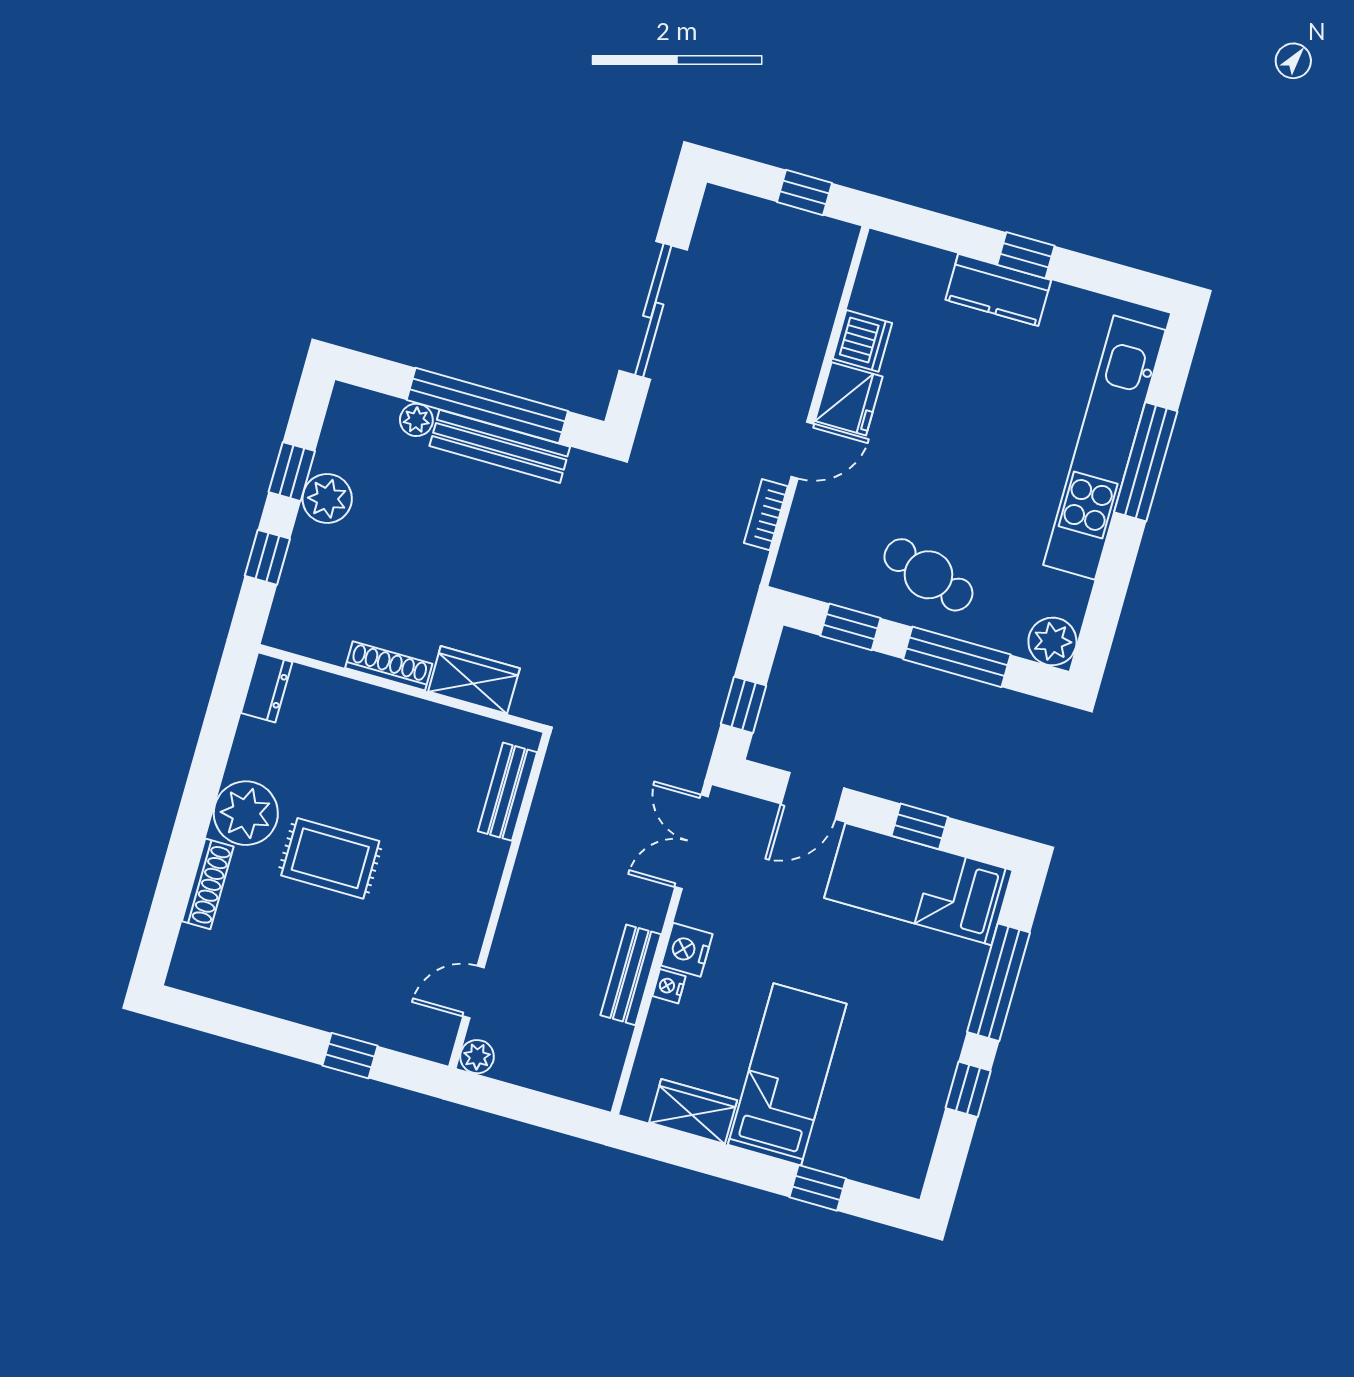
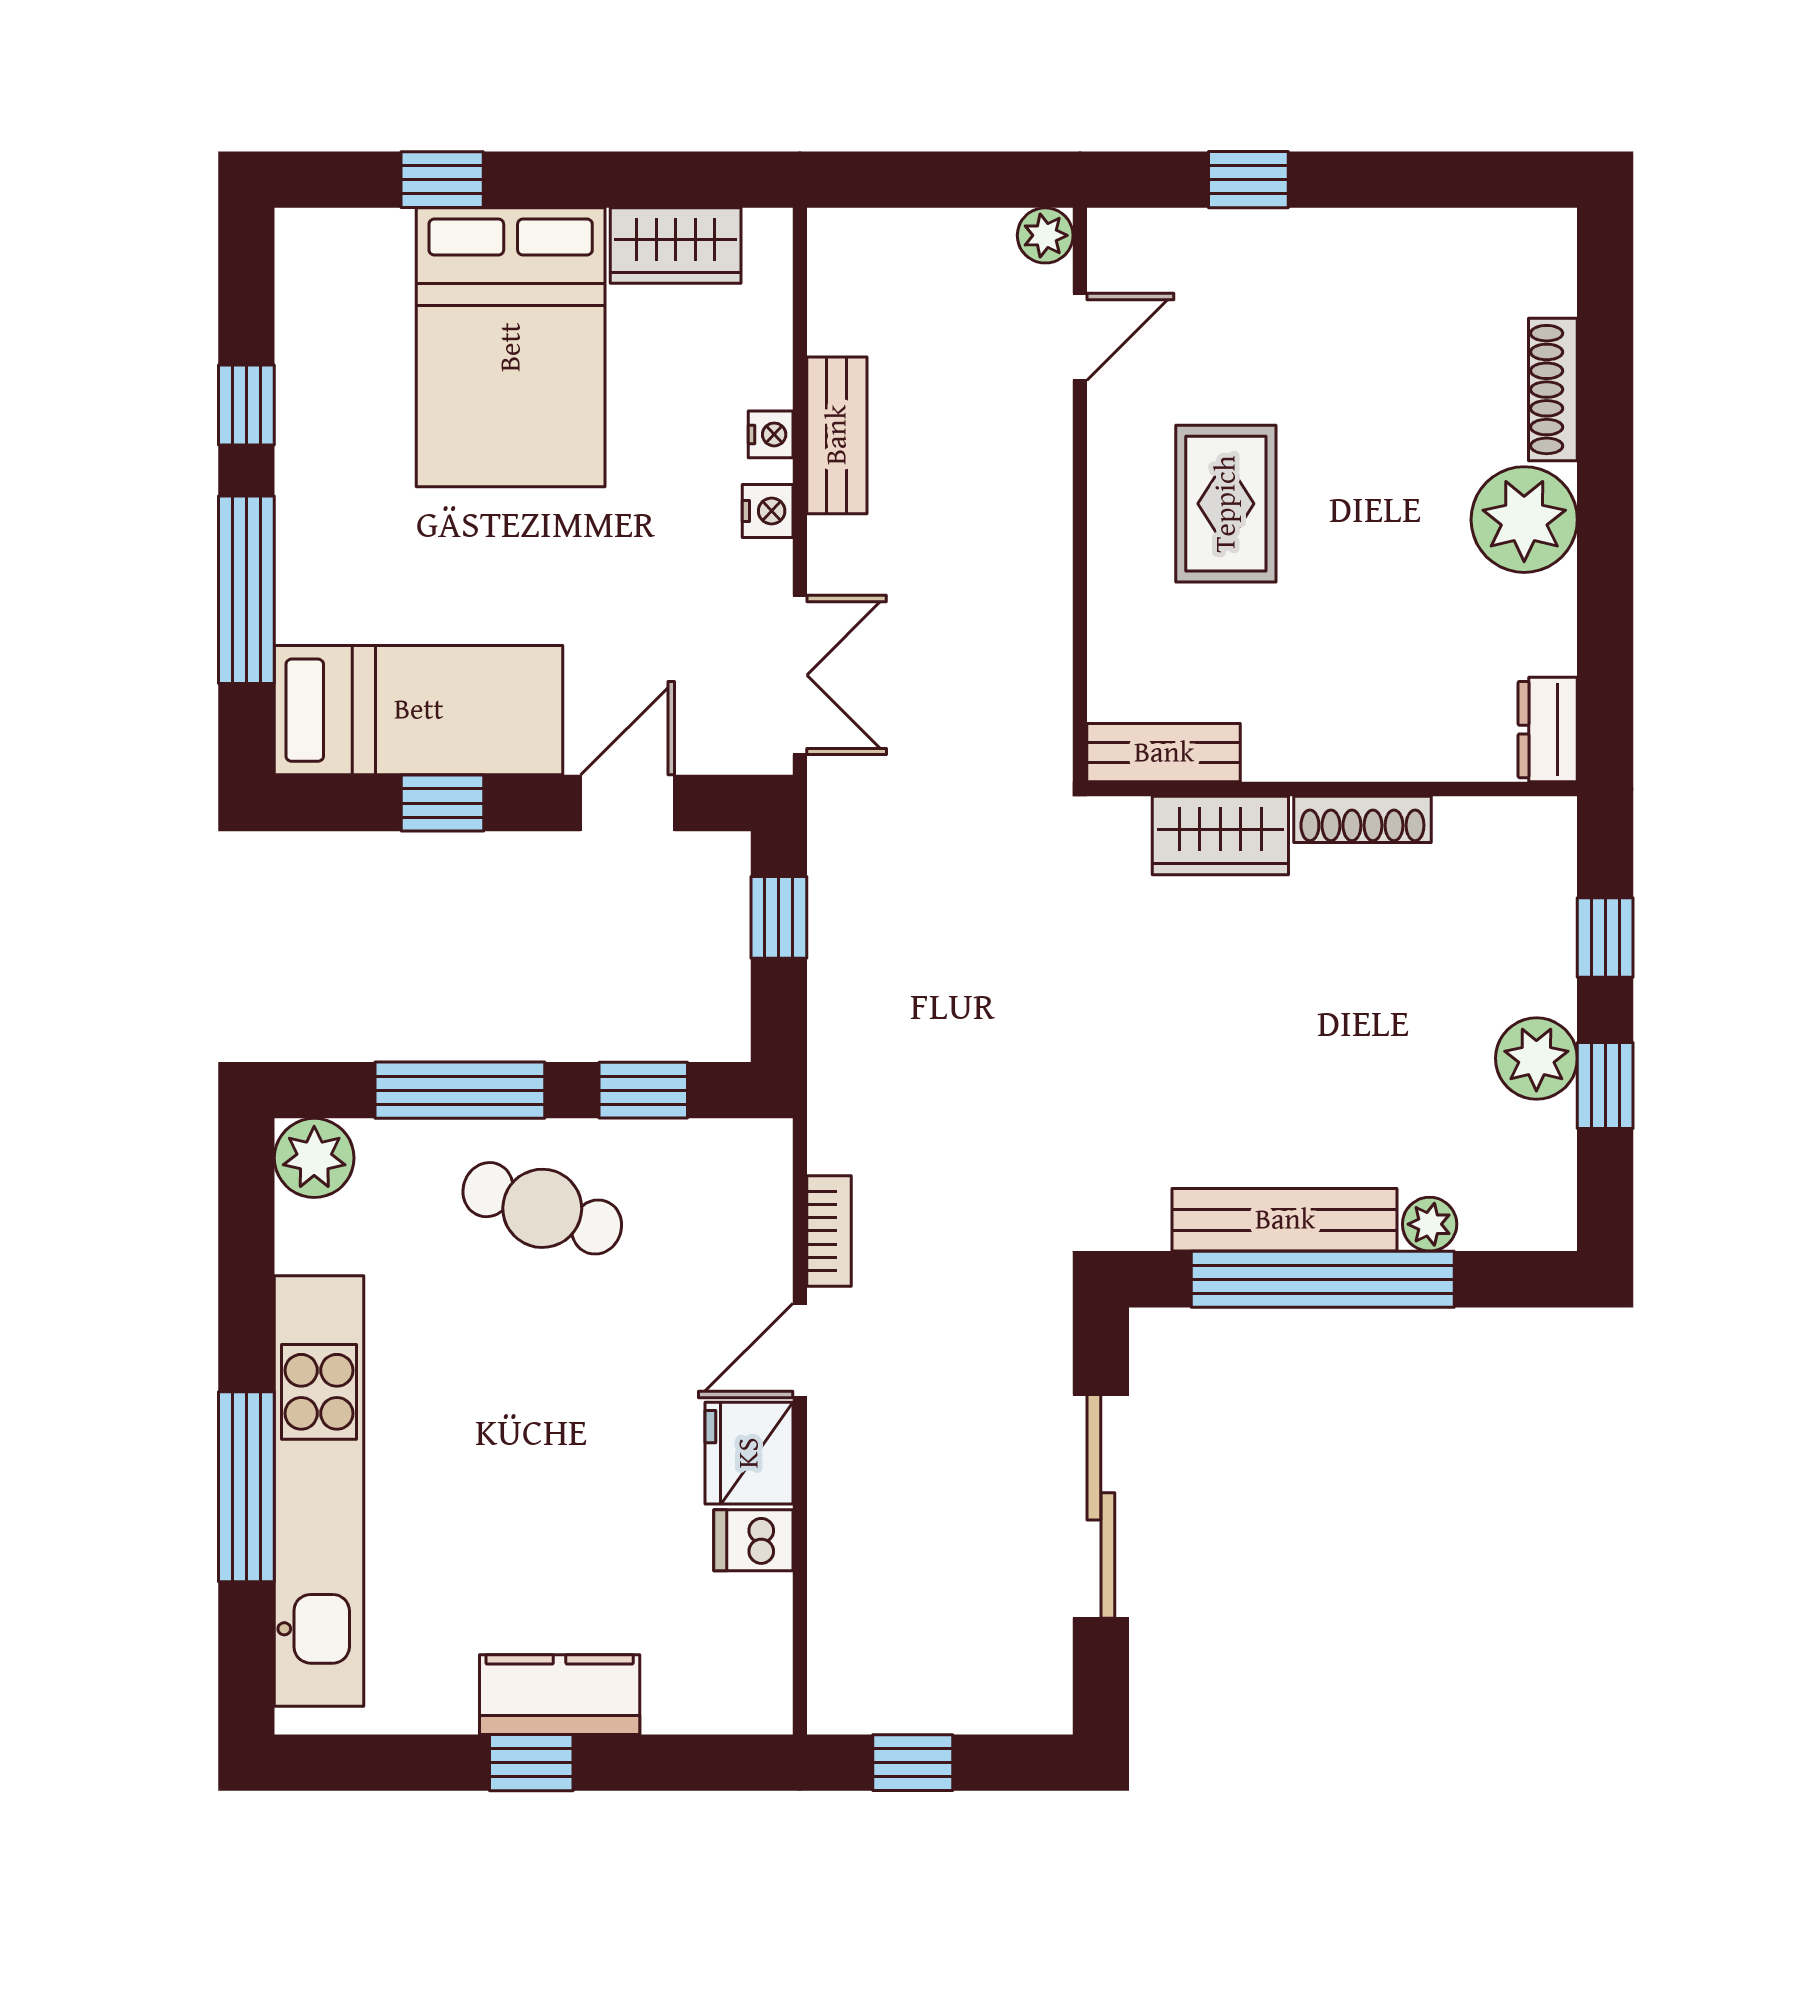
dishwasher: (862, 341) -> (753, 1540), width x0.73
bench: (507, 792) -> (1164, 753), moved, turned 90
rug: (330, 858) -> (1226, 504), moved, turned 90
nightstand: (687, 950) -> (768, 511), width x0.72, depth x0.74
bed: (787, 1074) -> (511, 347), width x1.50

